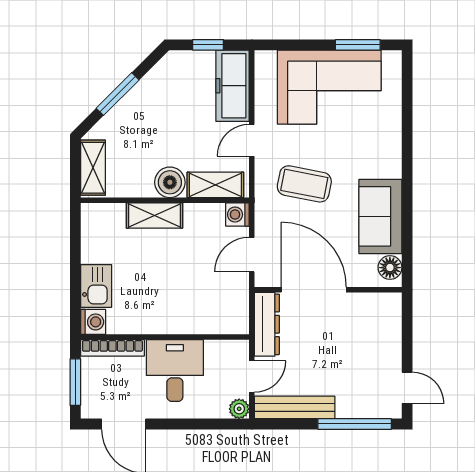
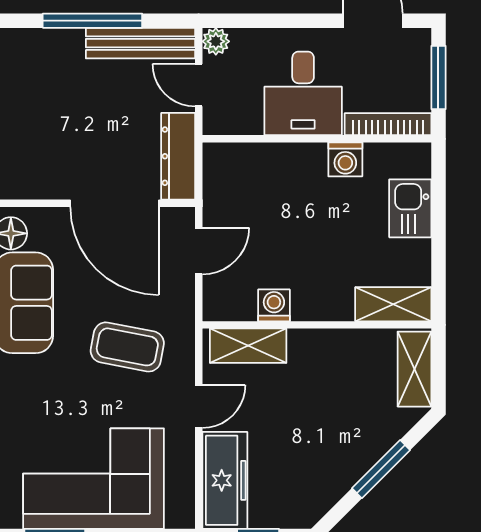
boiler: (170, 182) -> (310, 349), removed
shelving: (155, 215) -> (393, 304), moved
washing machine: (237, 215) -> (274, 305), moved, turned -90
washing machine: (93, 322) -> (345, 159), moved, turned -90
door: (252, 377) -> (199, 85), hinge flipped
window: (355, 424) -> (92, 21), moved

